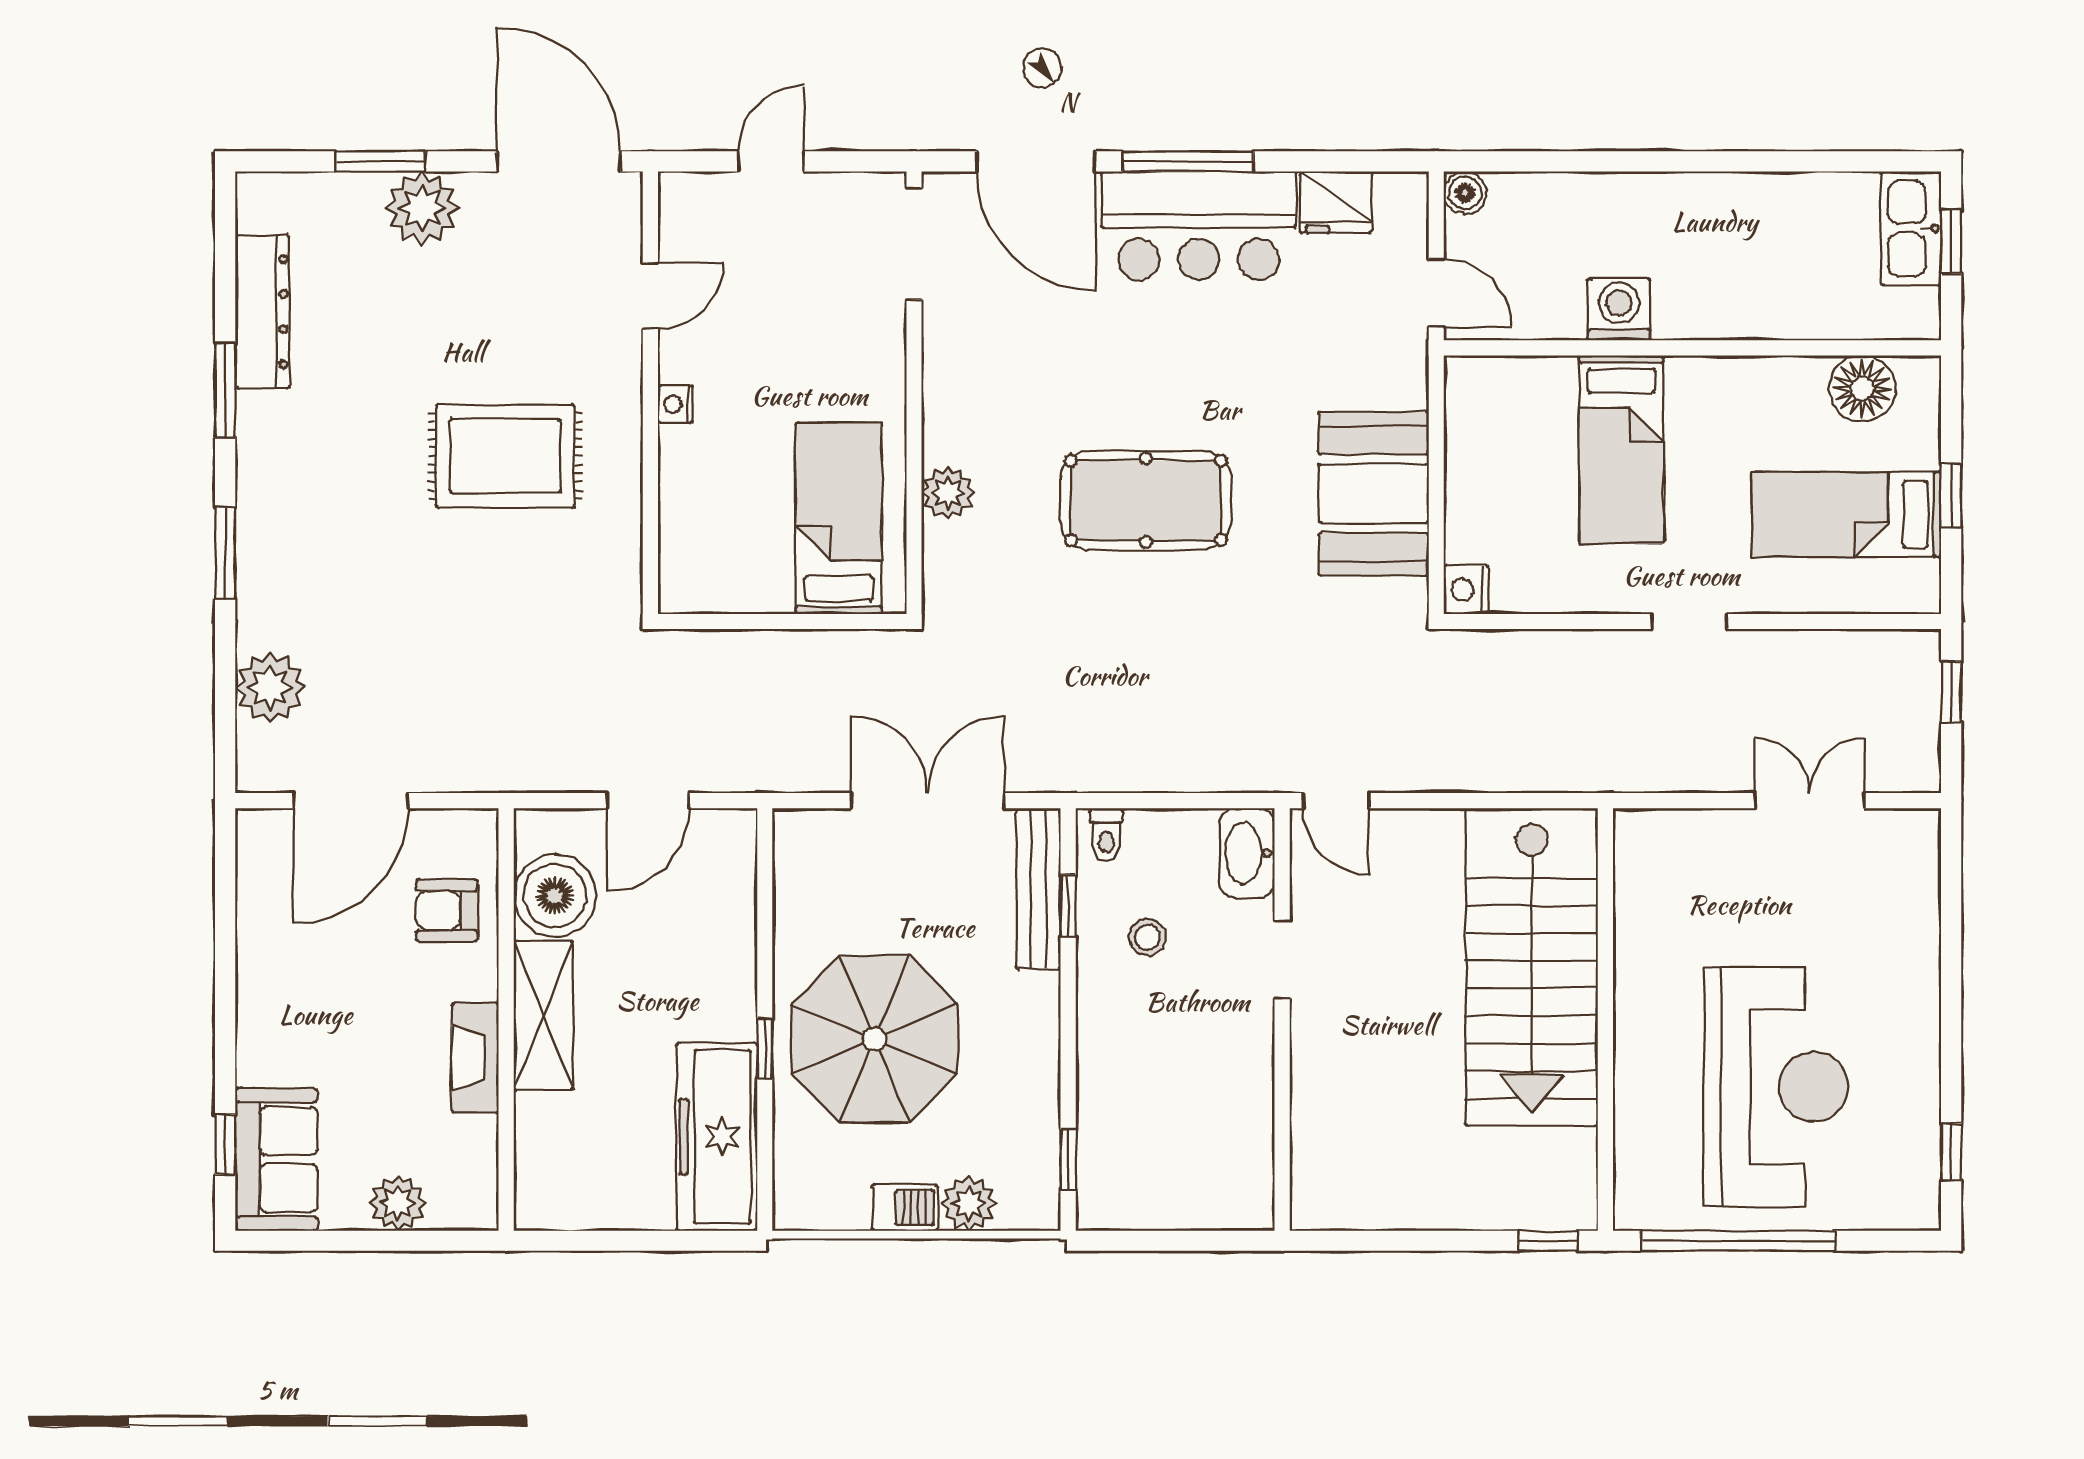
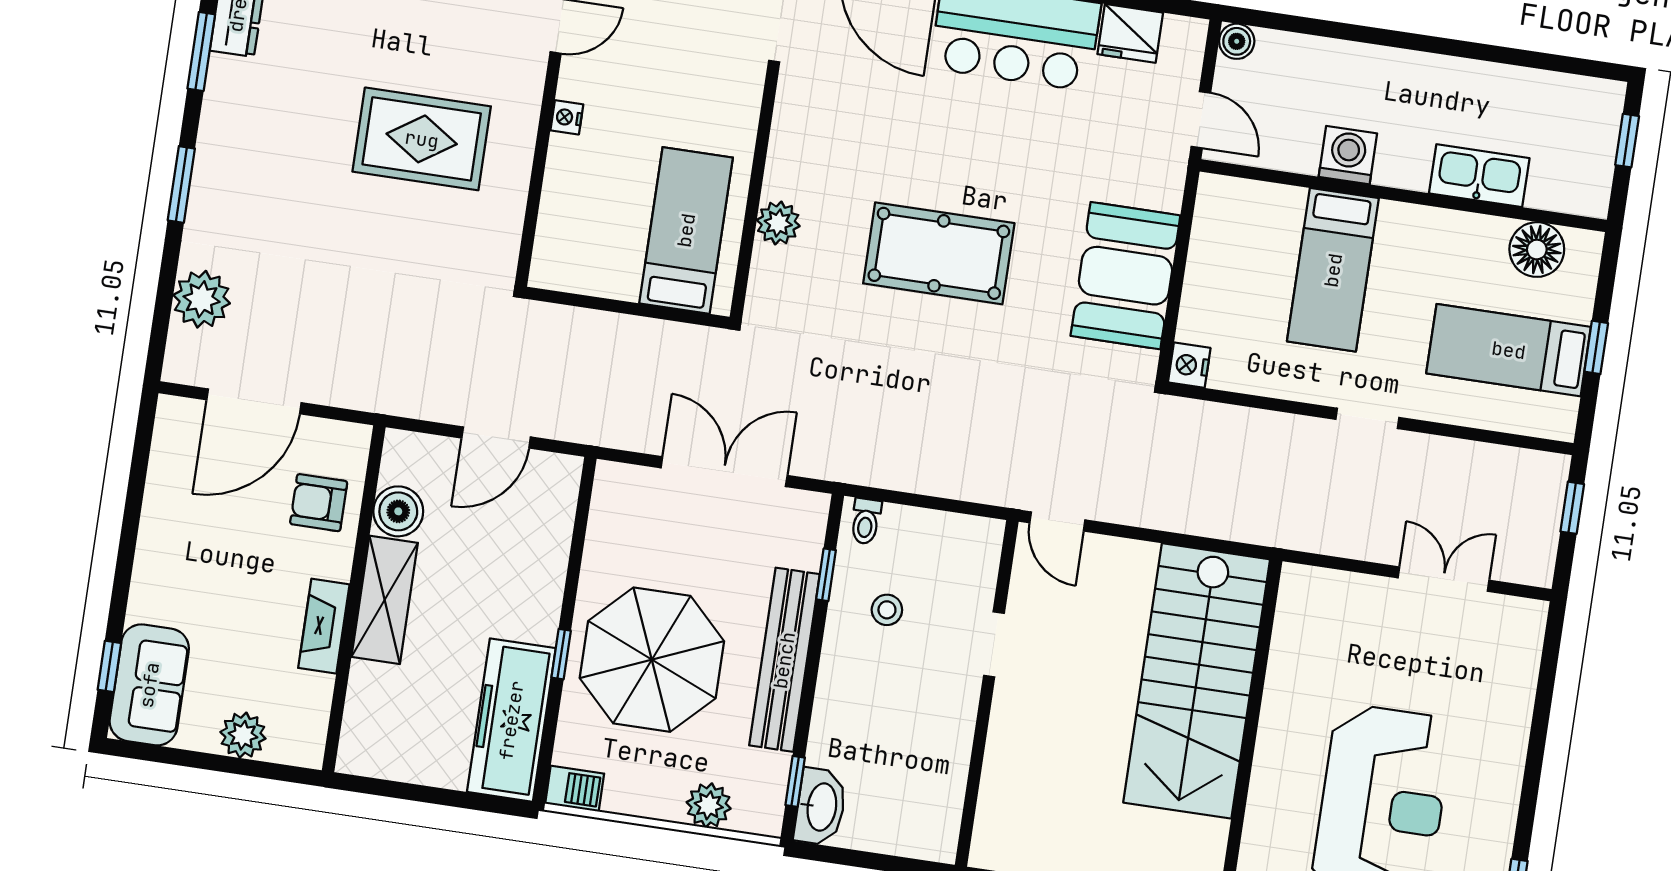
kitchen sink: (1911, 229) -> (1479, 176), moved, turned 90
washbasin: (1247, 853) -> (821, 807), moved, turned 180
bench: (1038, 889) -> (784, 660), moved, width x1.37, depth x1.21
boiler: (555, 896) -> (398, 511), width x0.73, depth x0.73
barbecue: (905, 1208) -> (575, 789), moved

